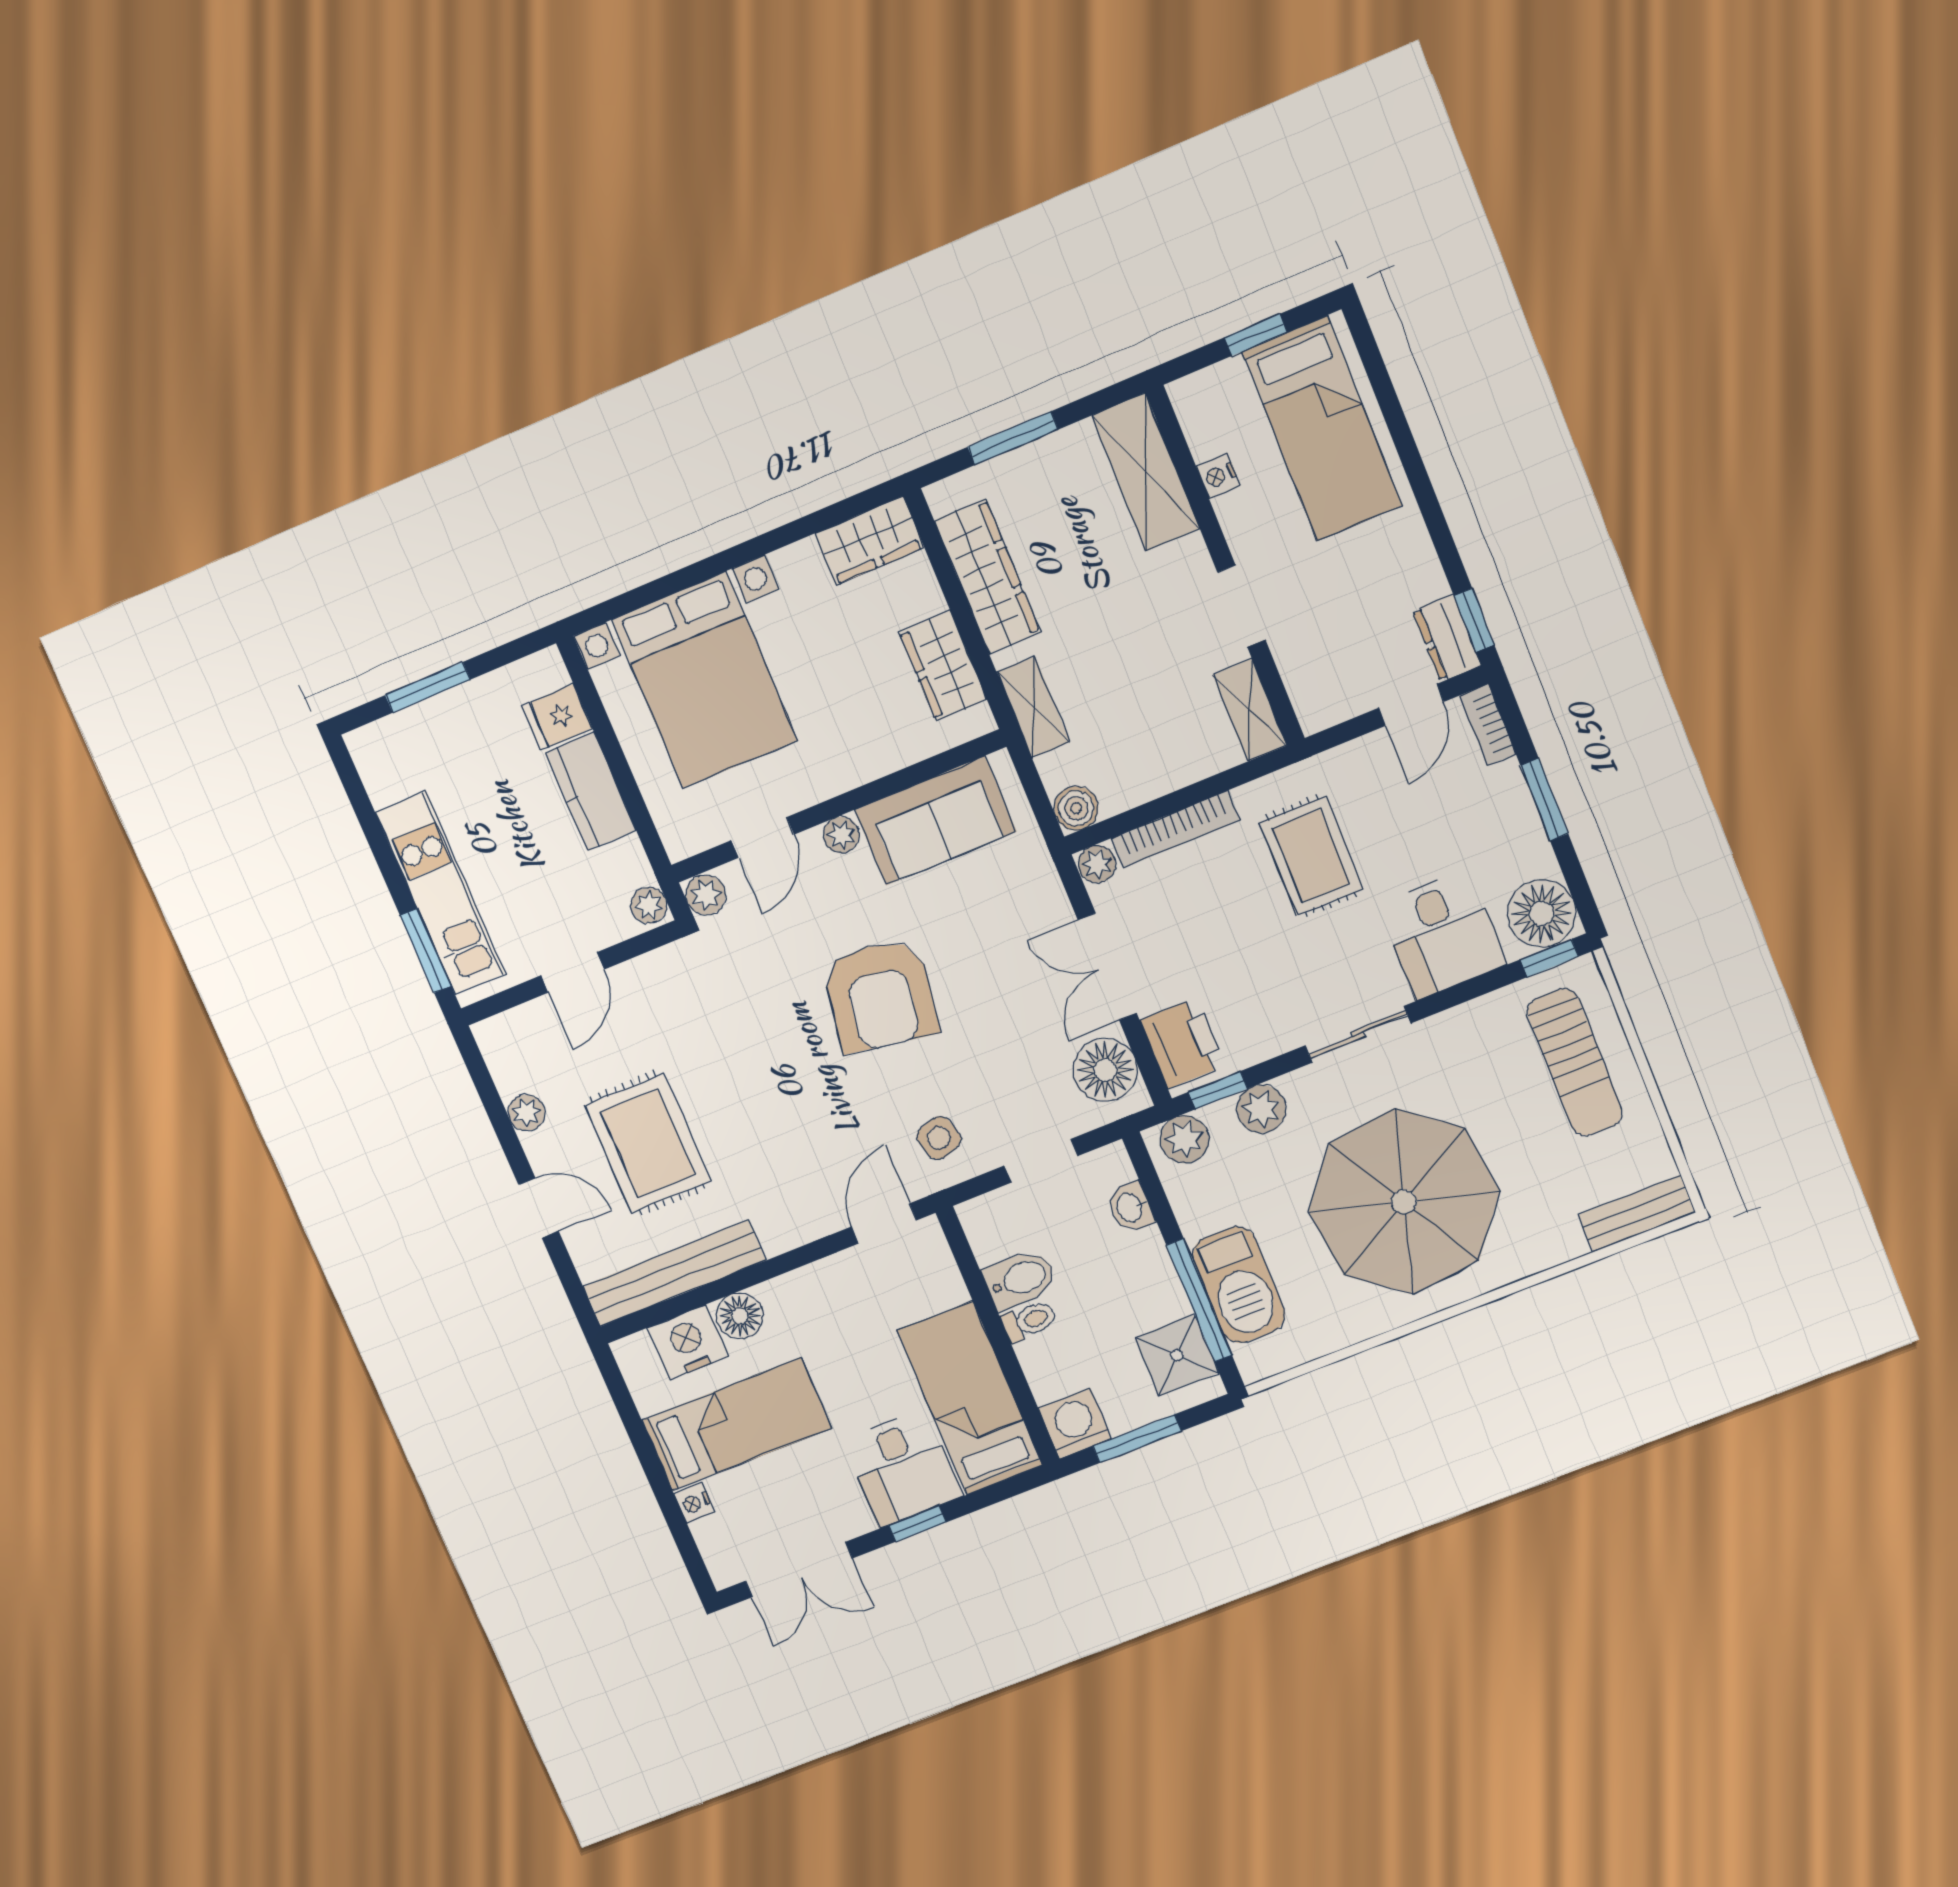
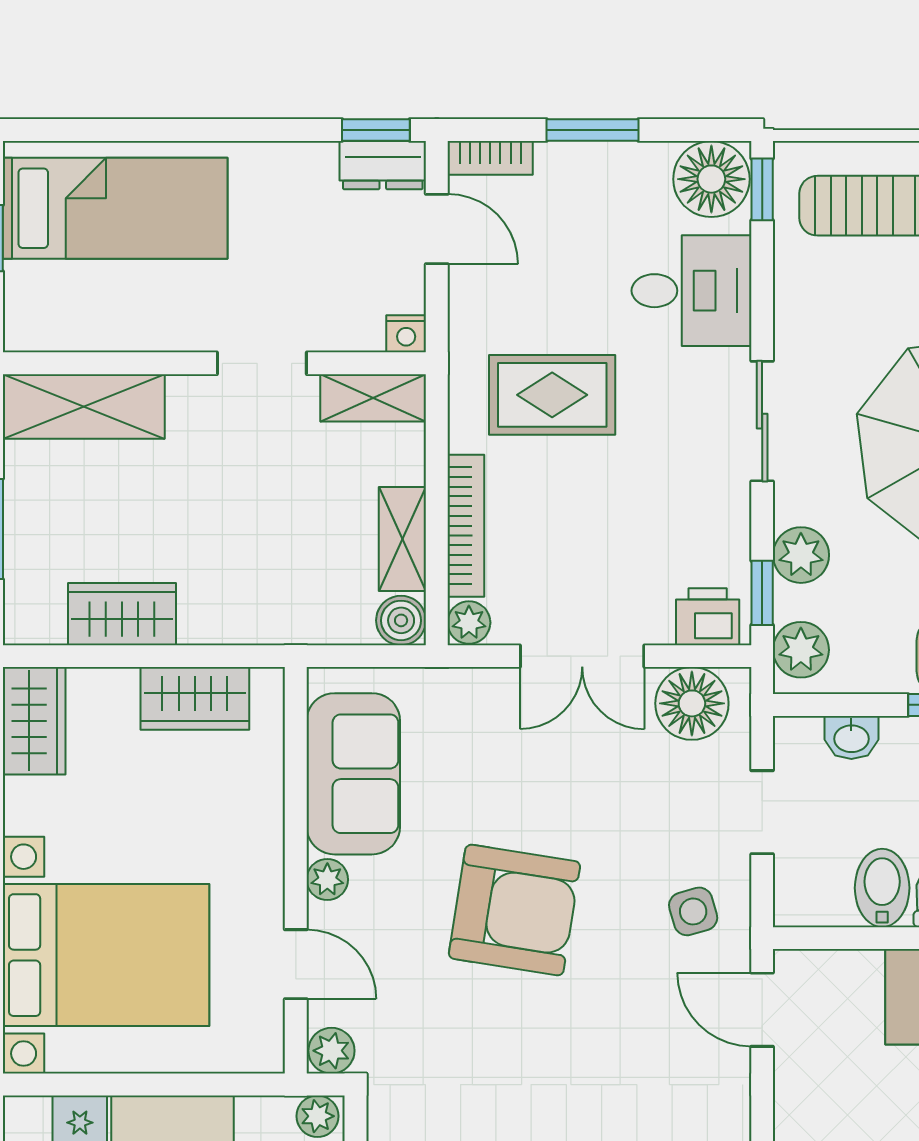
nightstand: (1218, 476) -> (406, 334), moved
wardrobe: (987, 576) -> (122, 614), width x0.67
shelving: (1033, 707) -> (402, 539), moved, turned 90
printer: (1183, 1043) -> (708, 617), width x0.73, depth x0.81

